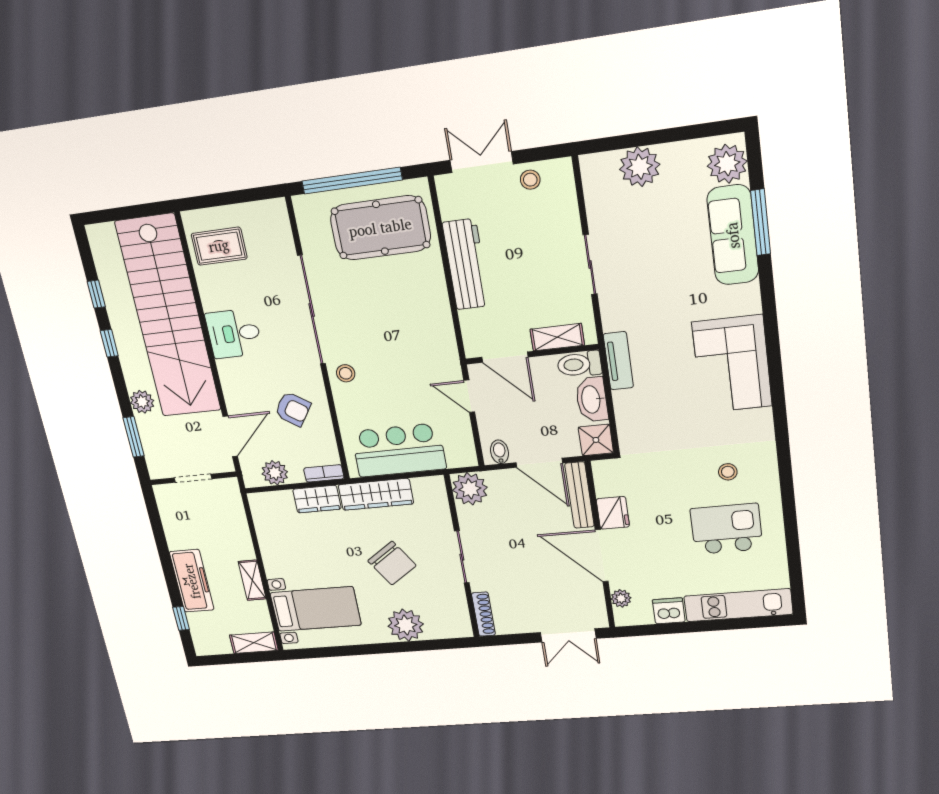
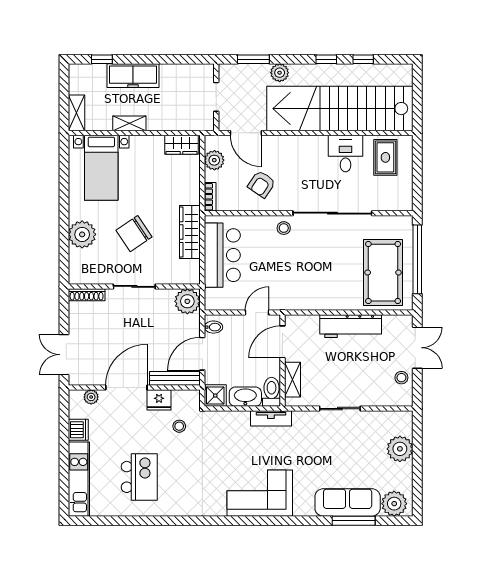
desk: (234, 334) -> (346, 153), moved
stool: (728, 472) -> (179, 426), moved
wardrobe: (317, 499) -> (181, 145), moved, turned -90

